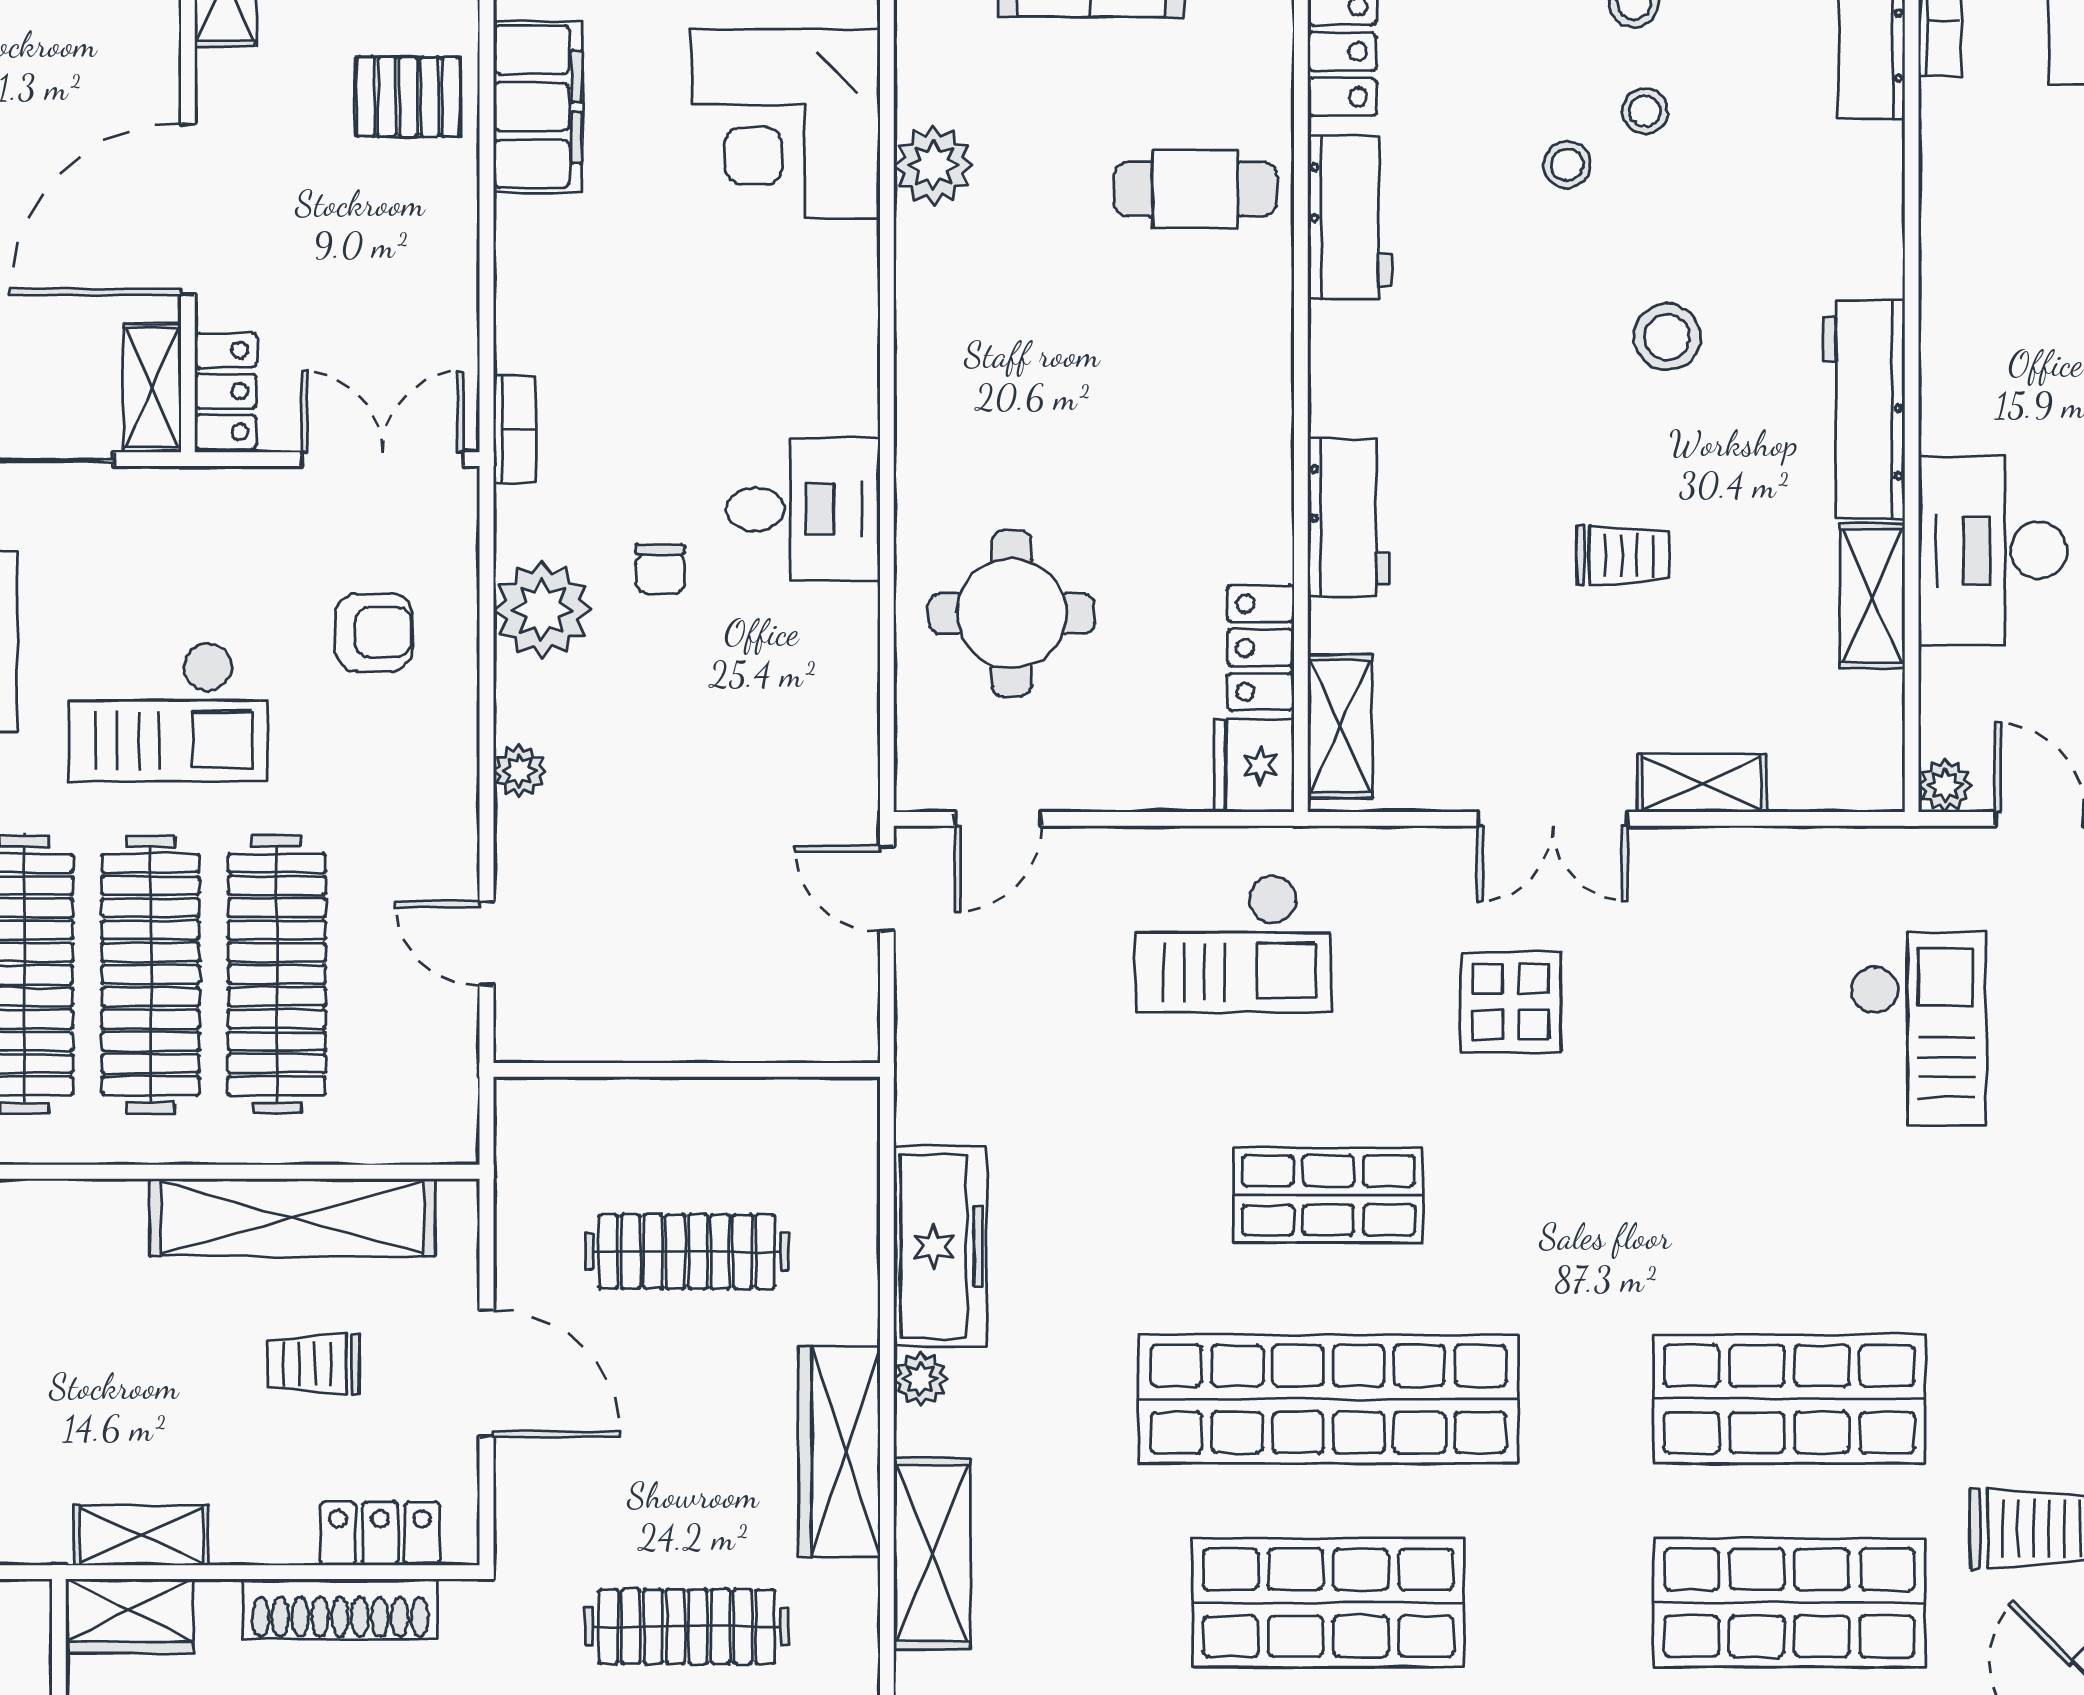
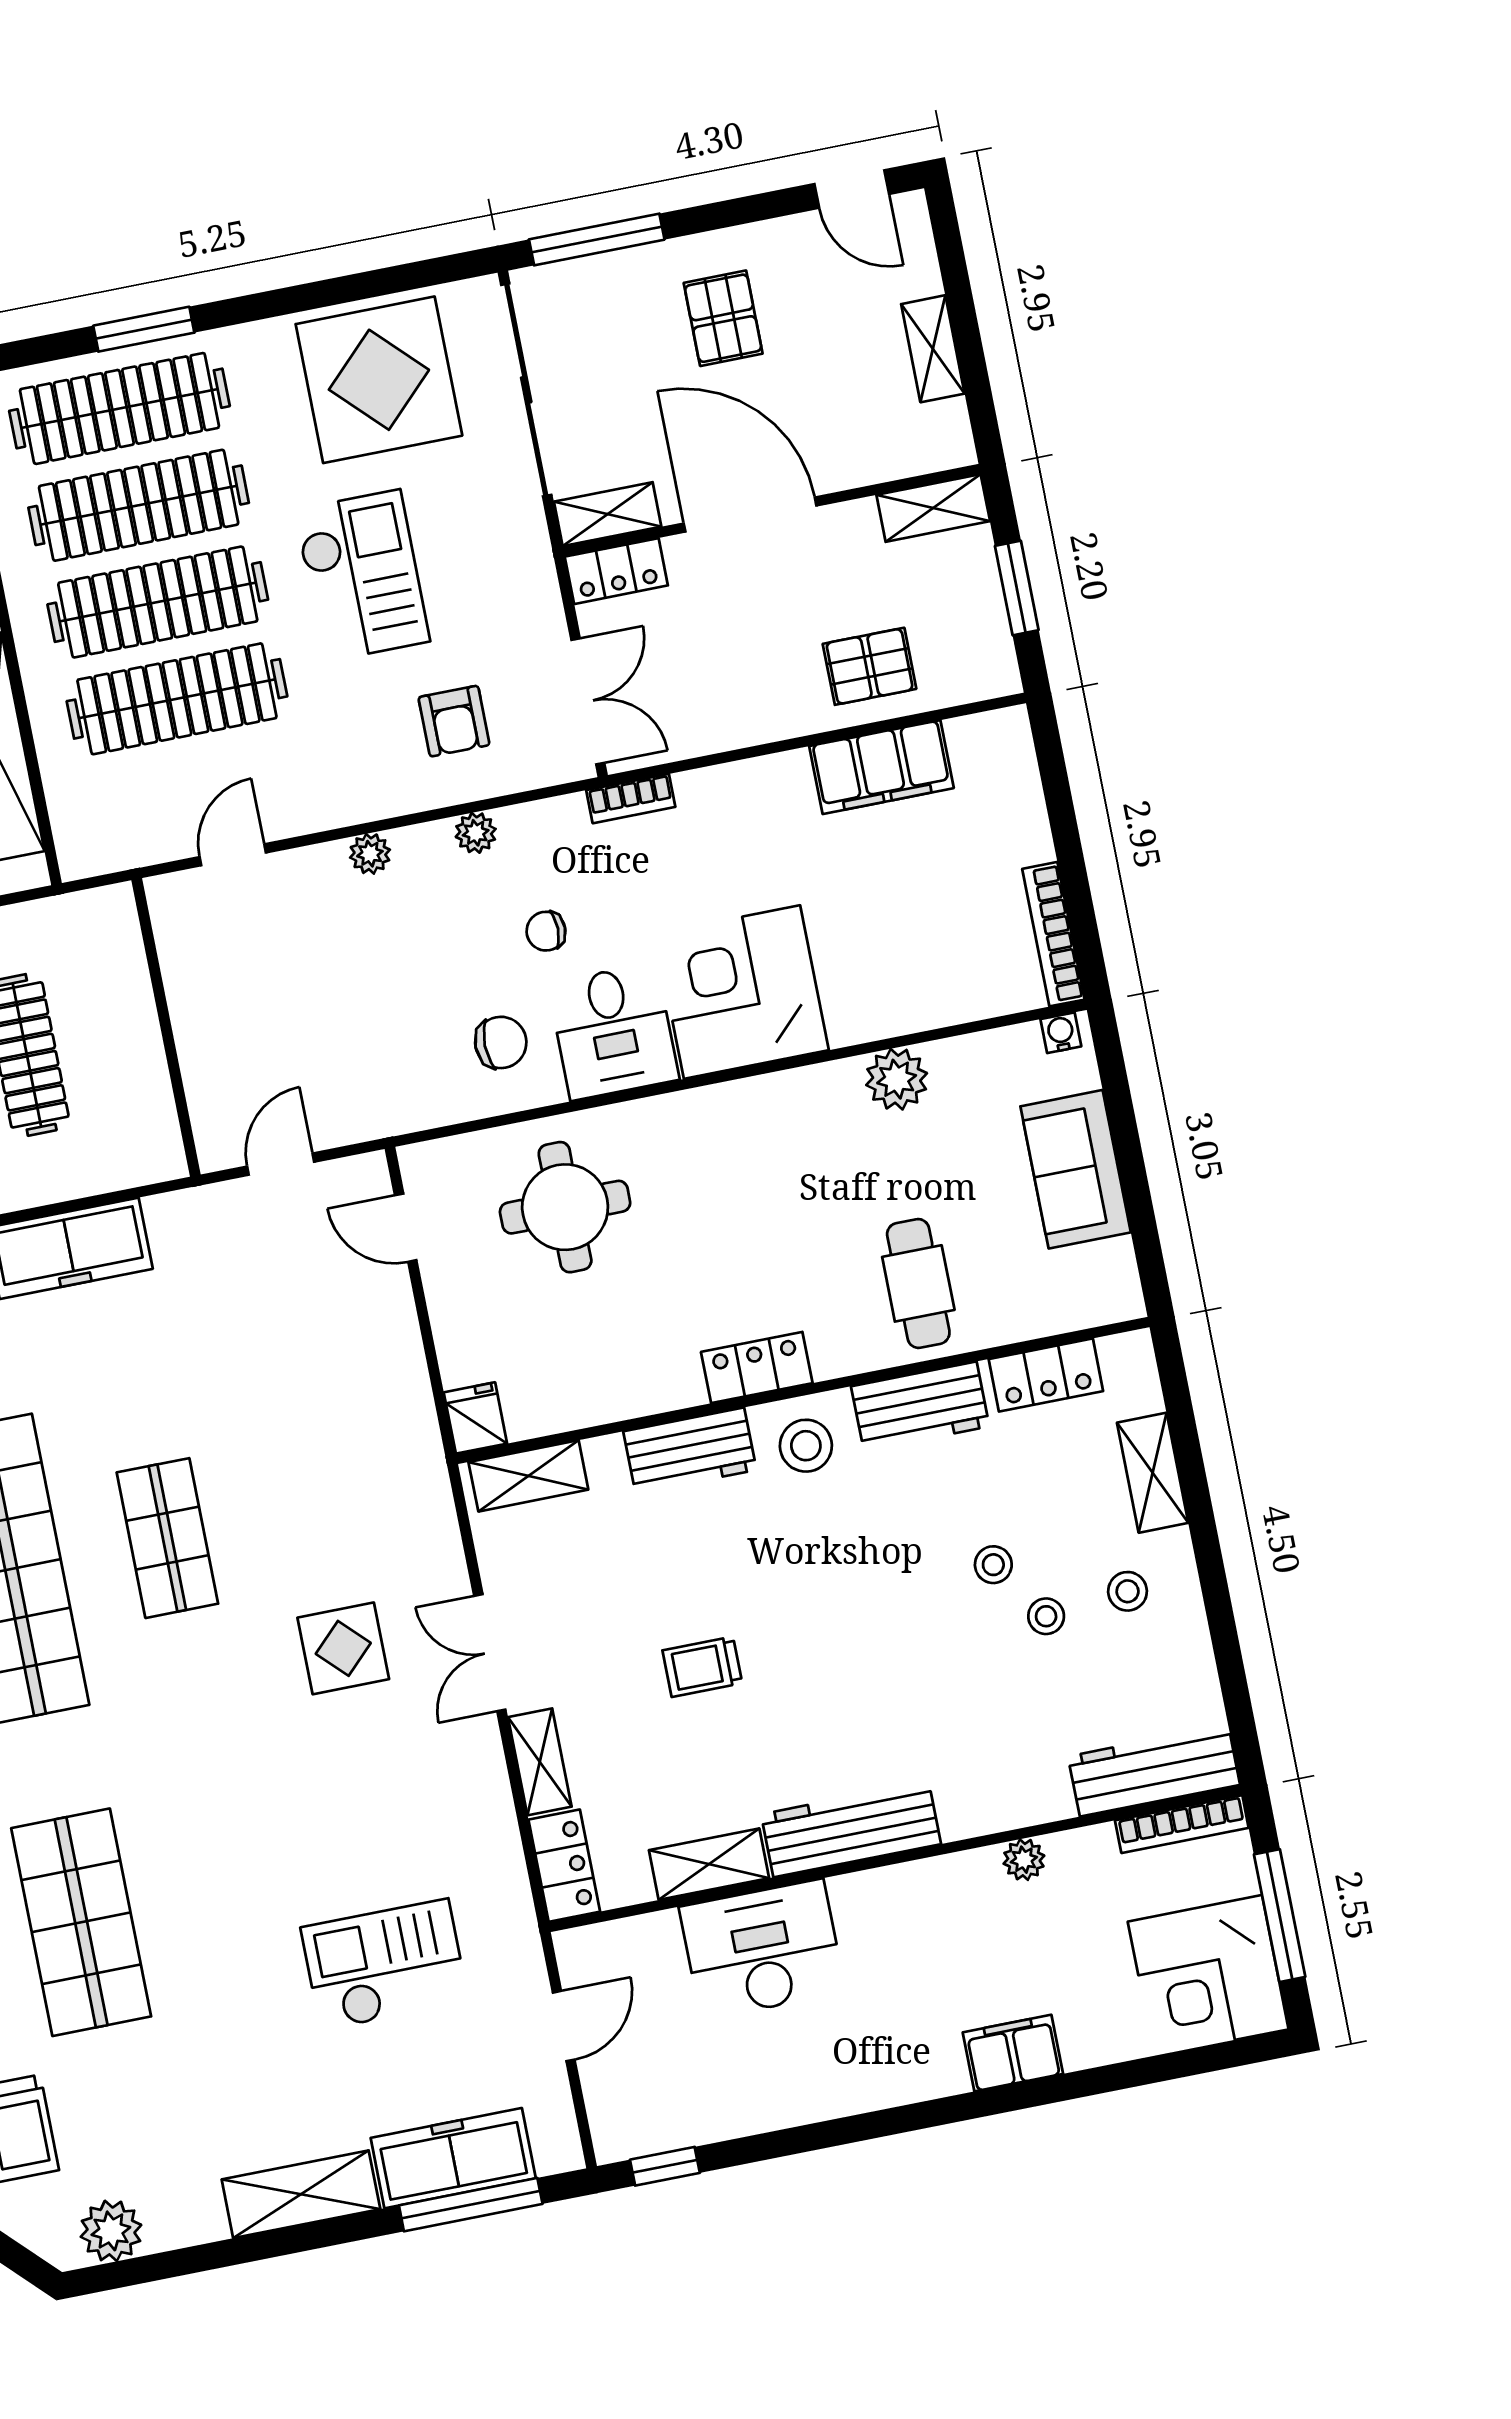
pallet: (408, 97) -> (870, 666), turned 90
corner desk: (786, 123) -> (742, 992), moved
stool: (1667, 337) -> (806, 1446), moved
trolley: (1623, 556) -> (702, 1667), turned 90
plant: (542, 610) -> (476, 833), width x0.53, depth x0.53
locker: (1261, 648) -> (757, 1367), moved
chair: (789, 653) -> (501, 1042), added
checkout: (168, 712) -> (362, 576), turned 180
fridge: (1254, 766) -> (475, 1418), width x0.72
locker: (1838, 778) -> (564, 1866), added
plant: (1945, 785) -> (1024, 1860), moved
door: (887, 889) -> (281, 1164), moved
checkout: (1233, 943) -> (346, 1427), removed
checkout: (1918, 1029) -> (385, 1965), turned 180

